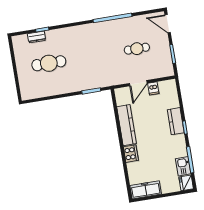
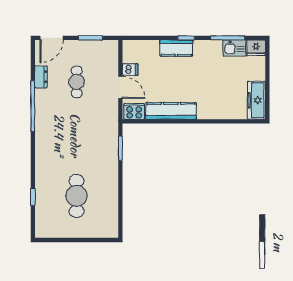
dresser: (37, 37) -> (41, 77), moved
cooker: (131, 154) -> (134, 111), moved

